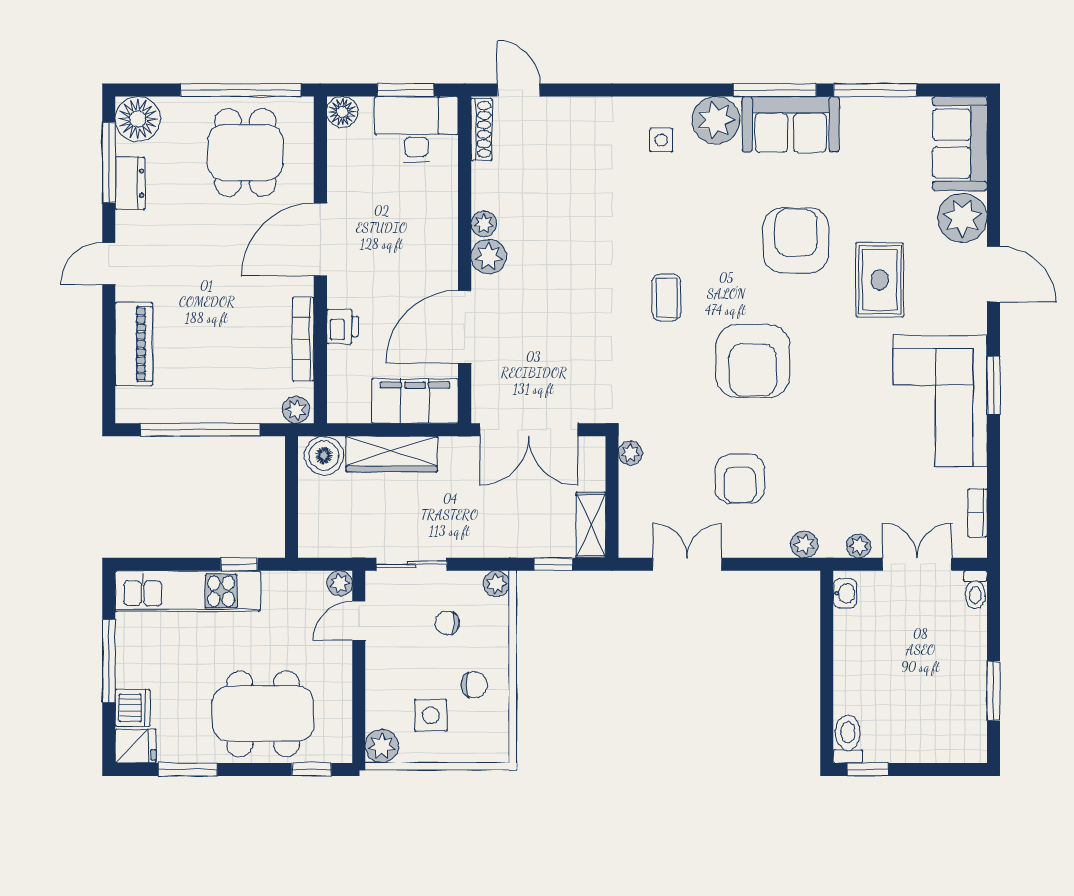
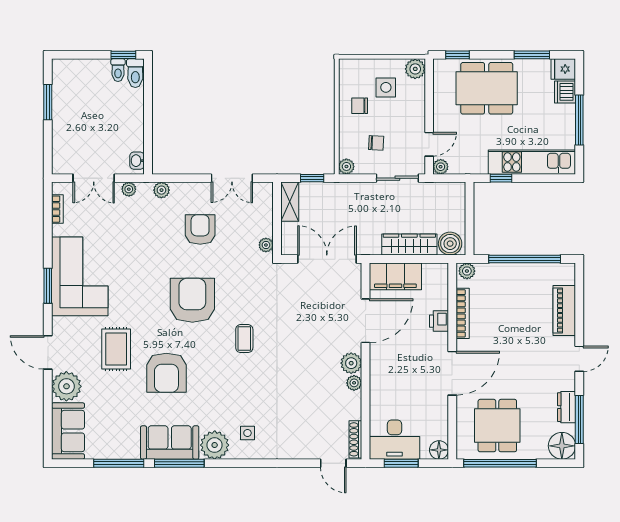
toilet: (975, 590) -> (118, 70), moved, turned 180

